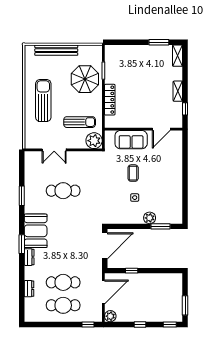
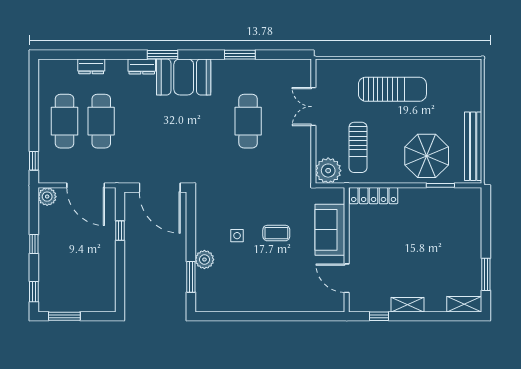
bench: (56, 50) -> (473, 146), moved
locker: (110, 100) -> (374, 196), moved

